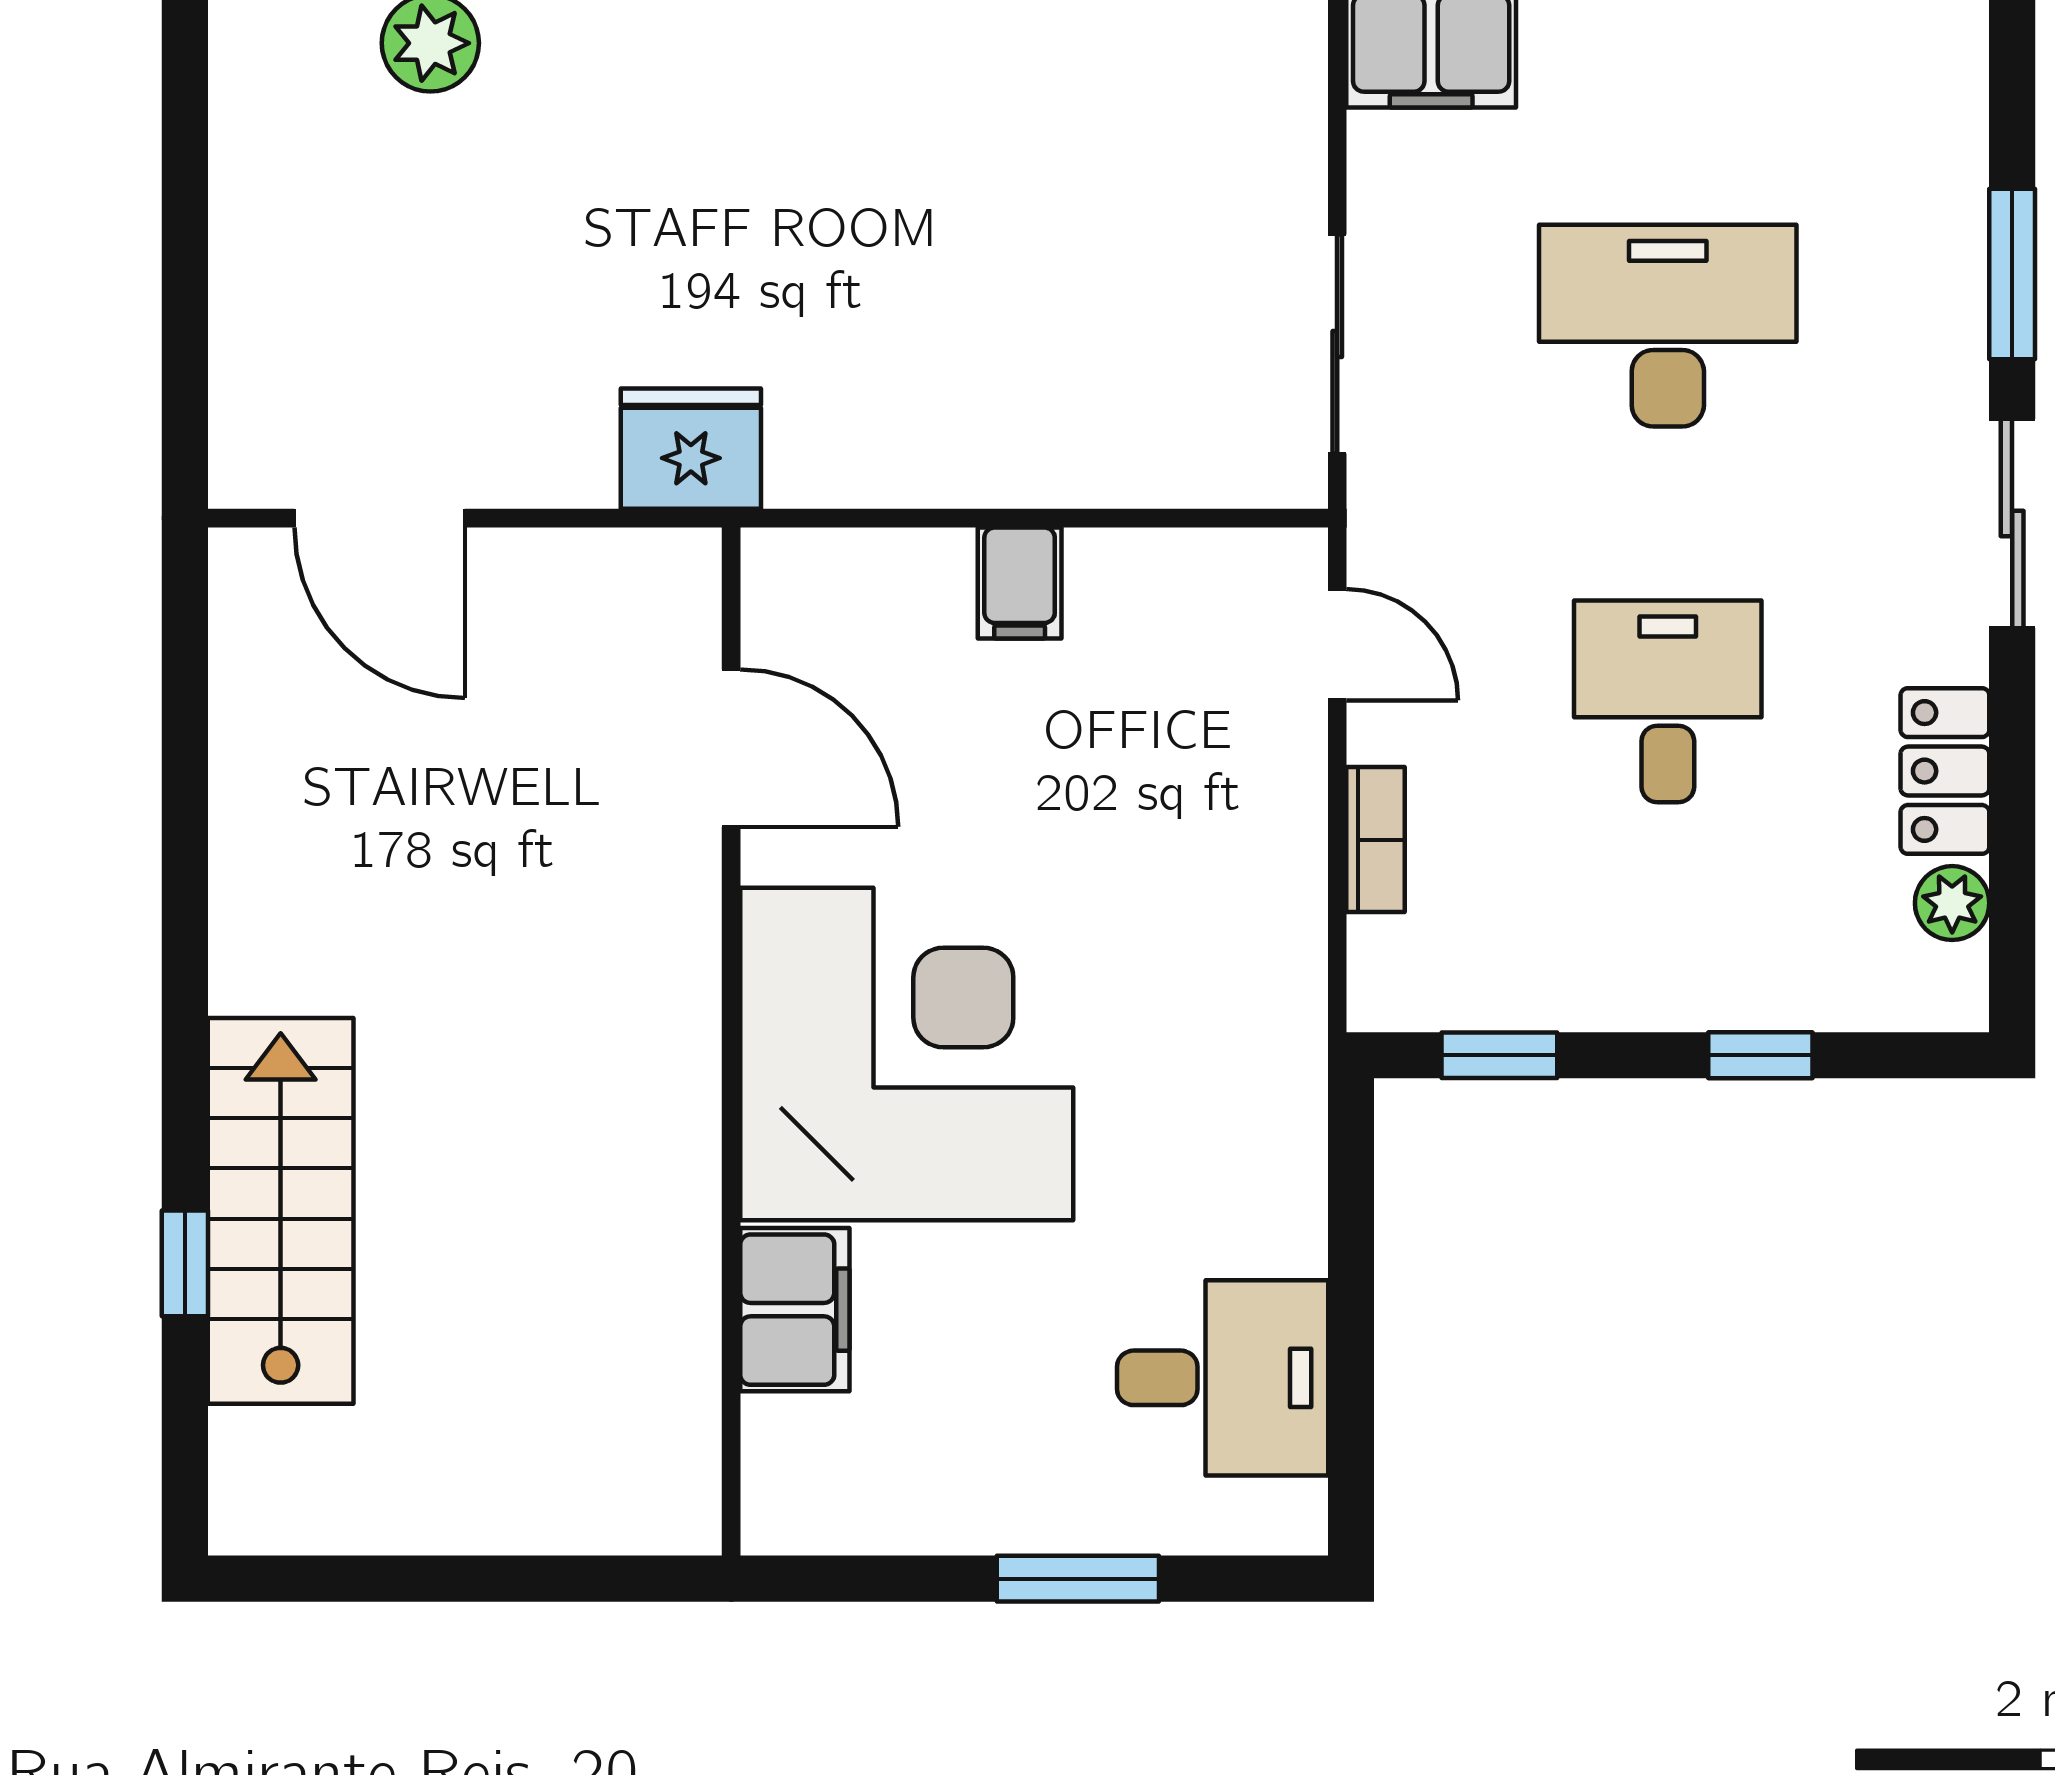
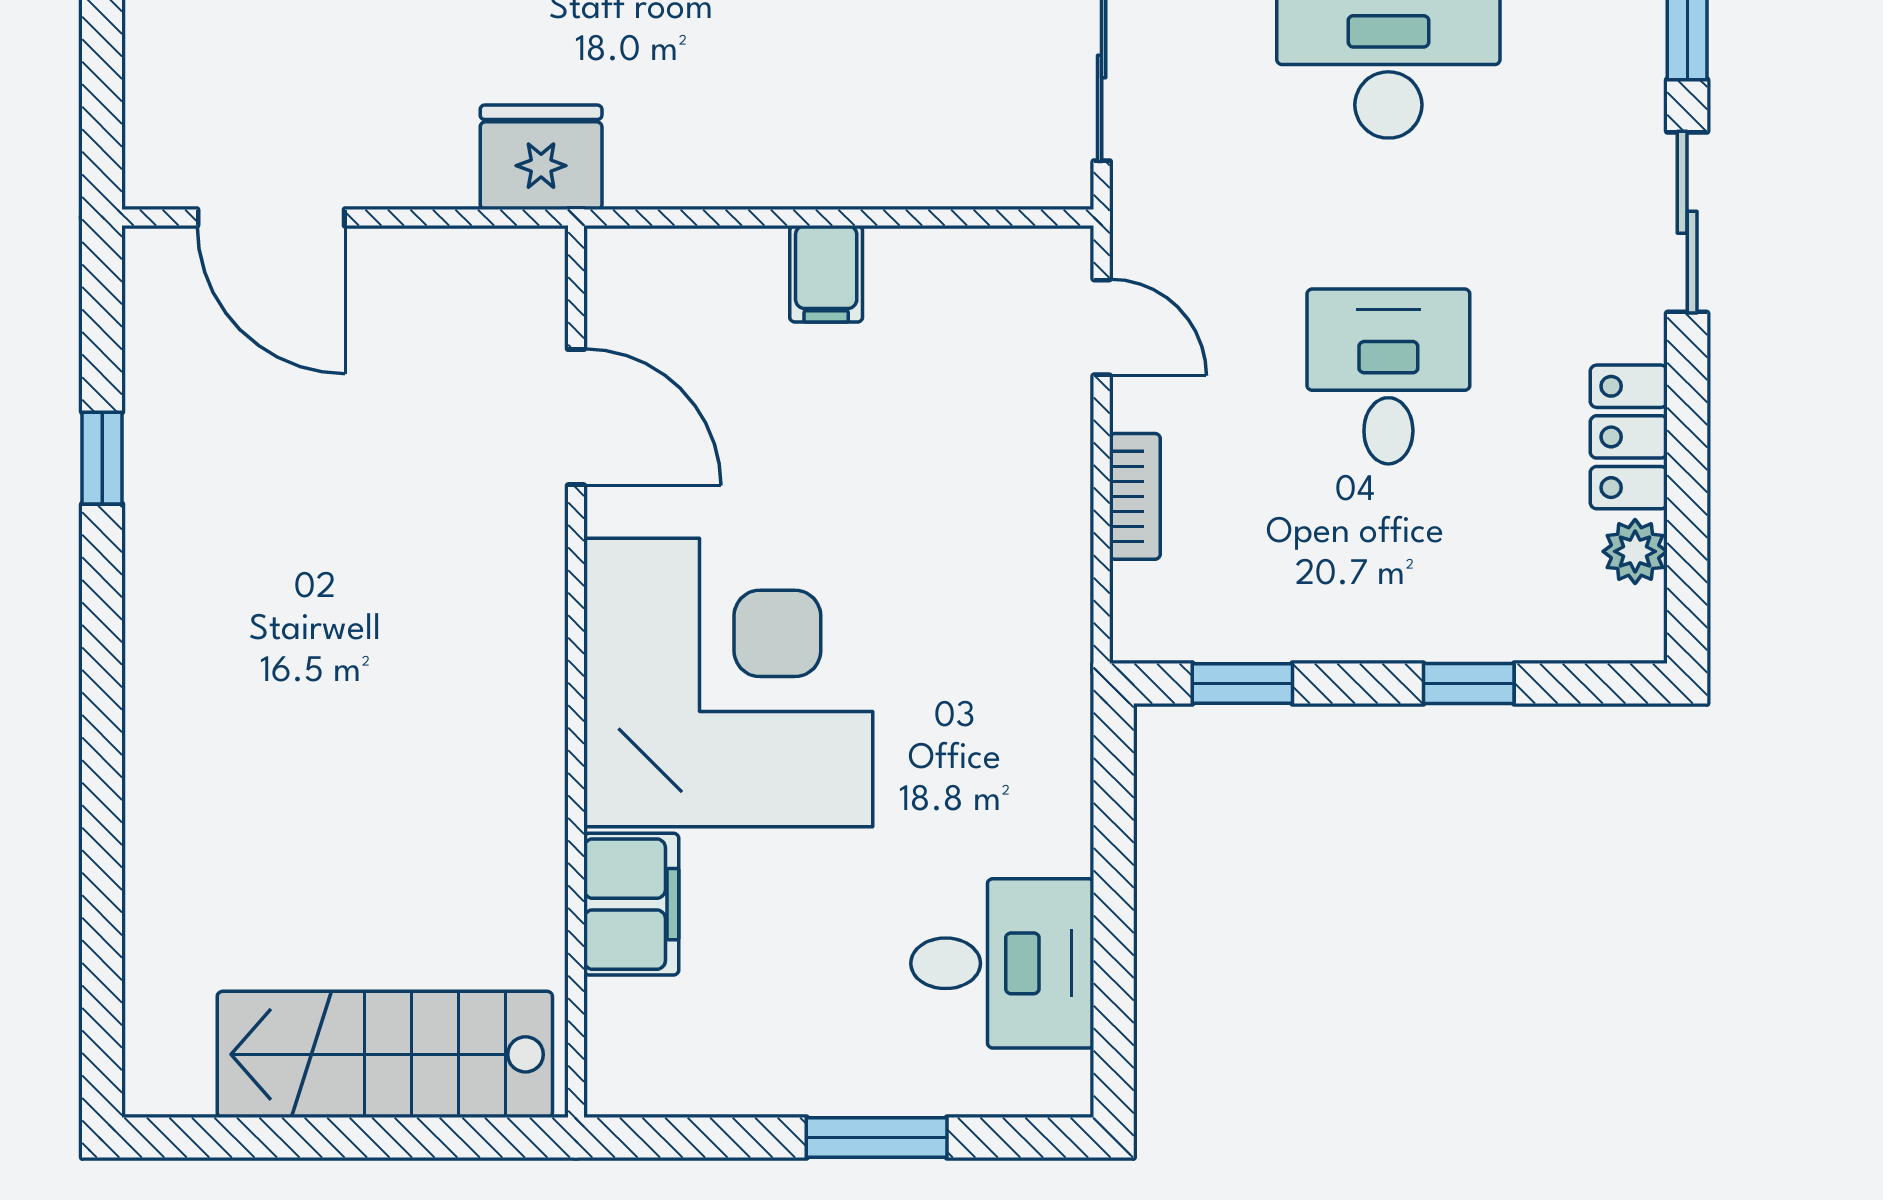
stairs: (281, 1211) -> (385, 1054), moved, turned -90
window: (185, 1263) -> (102, 458), moved

